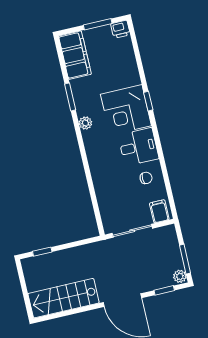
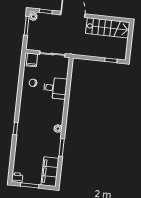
corner desk: (126, 110) -> (31, 128), removed
desk: (138, 147) -> (55, 88), moved, turned 180

